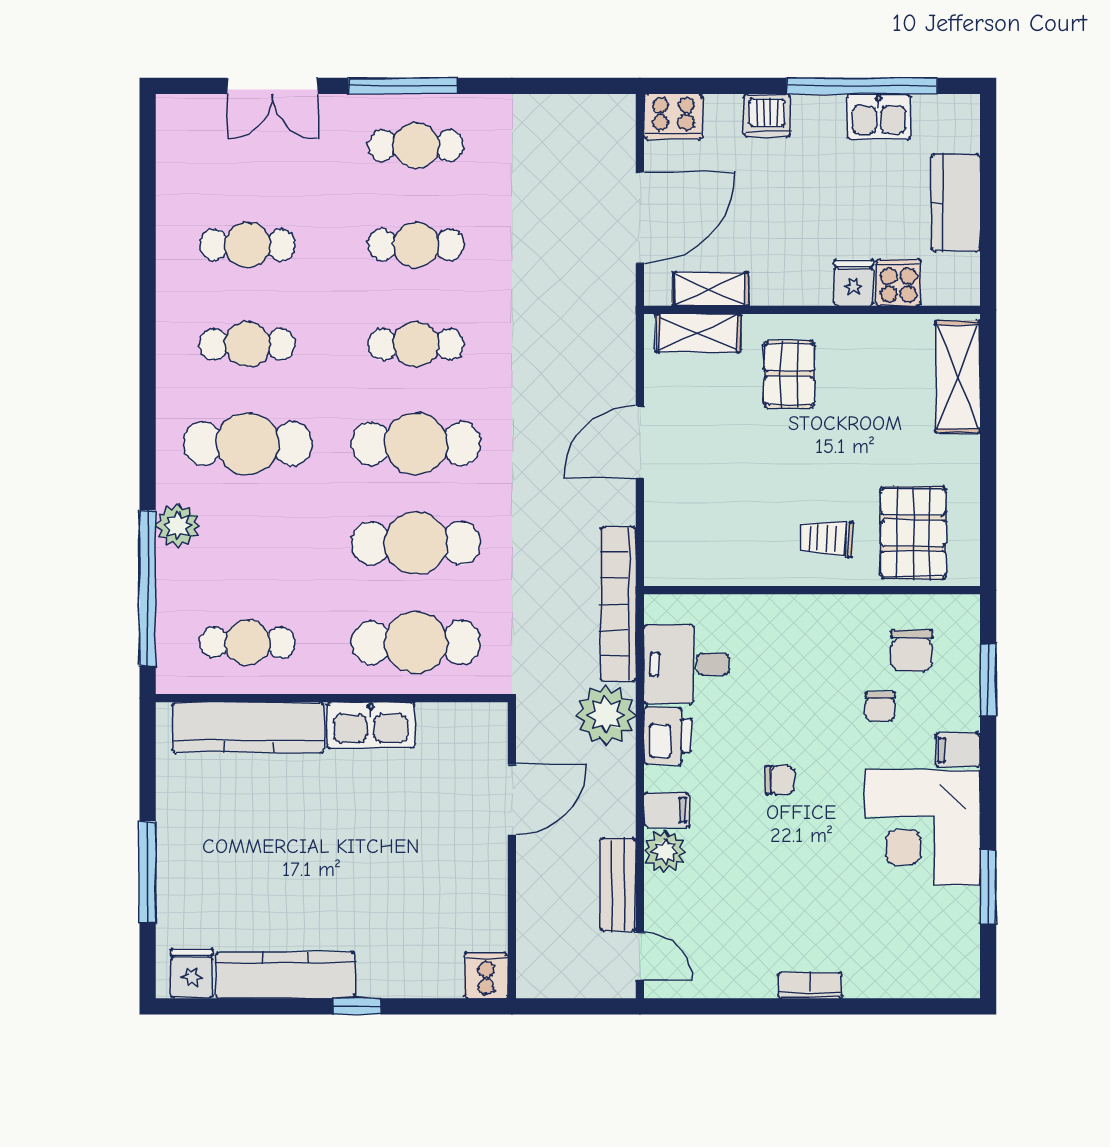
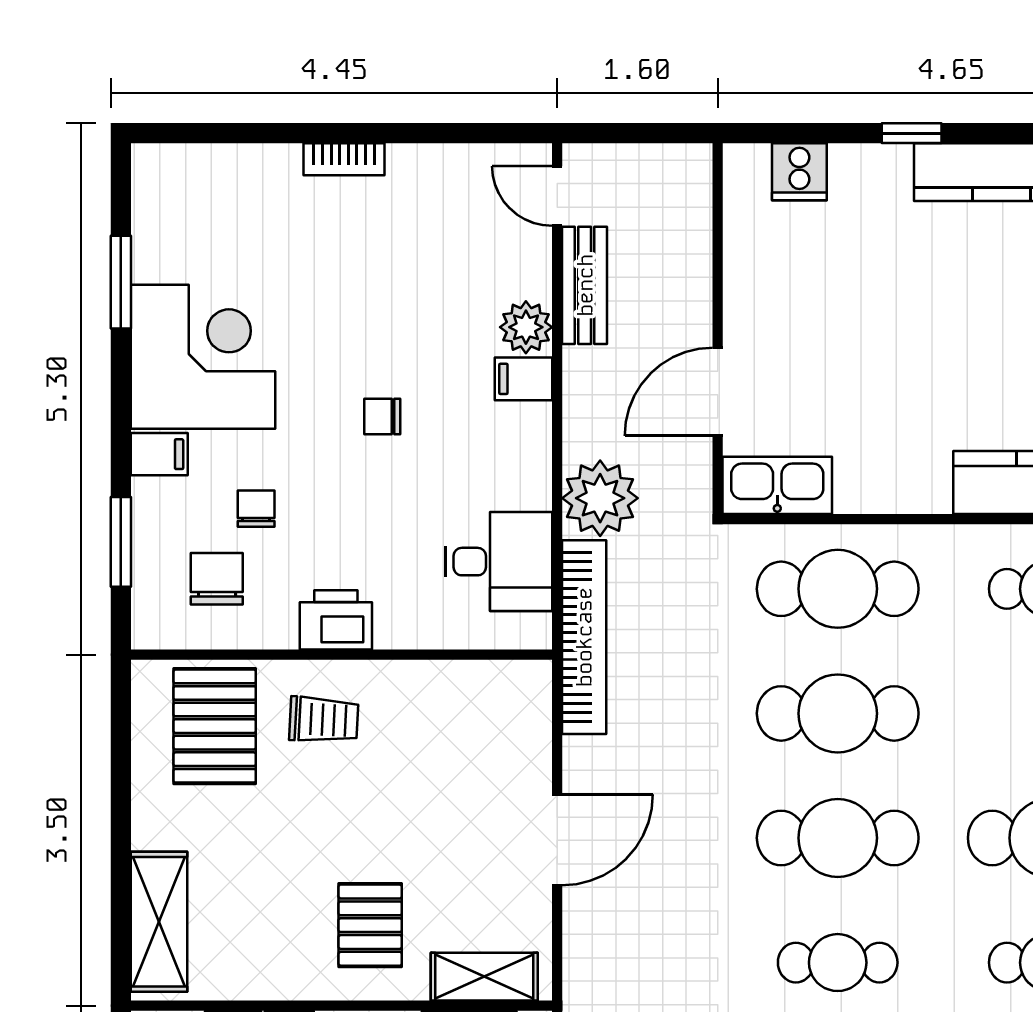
kitchen sink: (371, 725) -> (777, 485), moved
printer: (668, 736) -> (336, 620), moved, turned 90
cooker: (486, 975) -> (799, 172), moved

